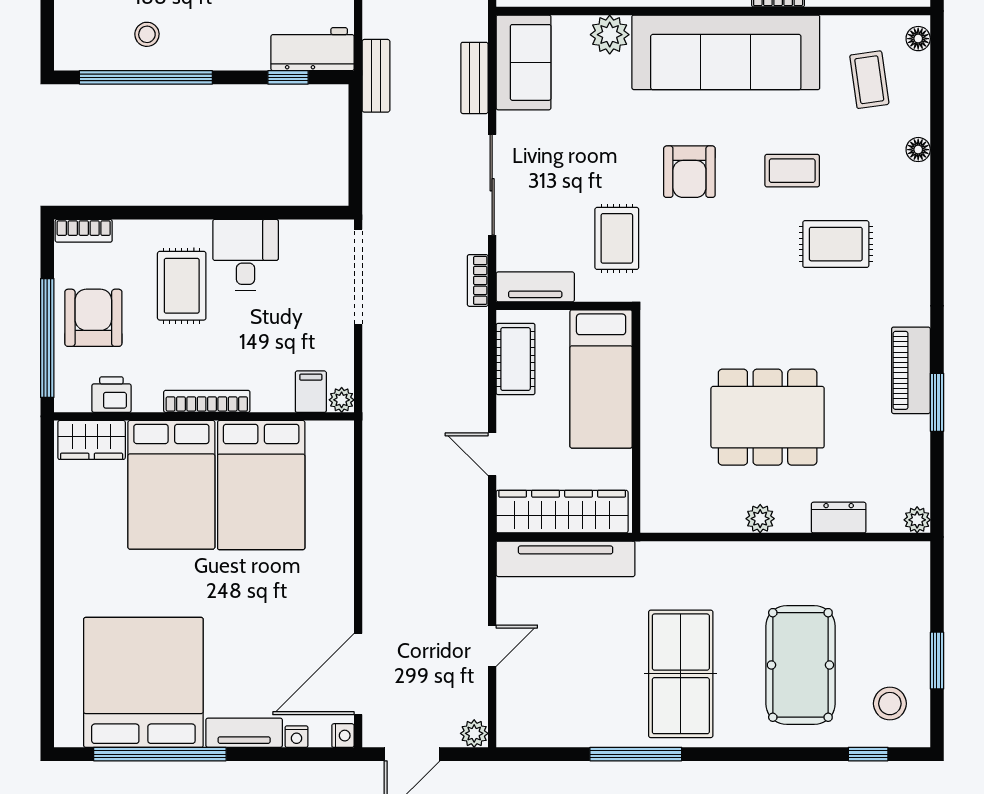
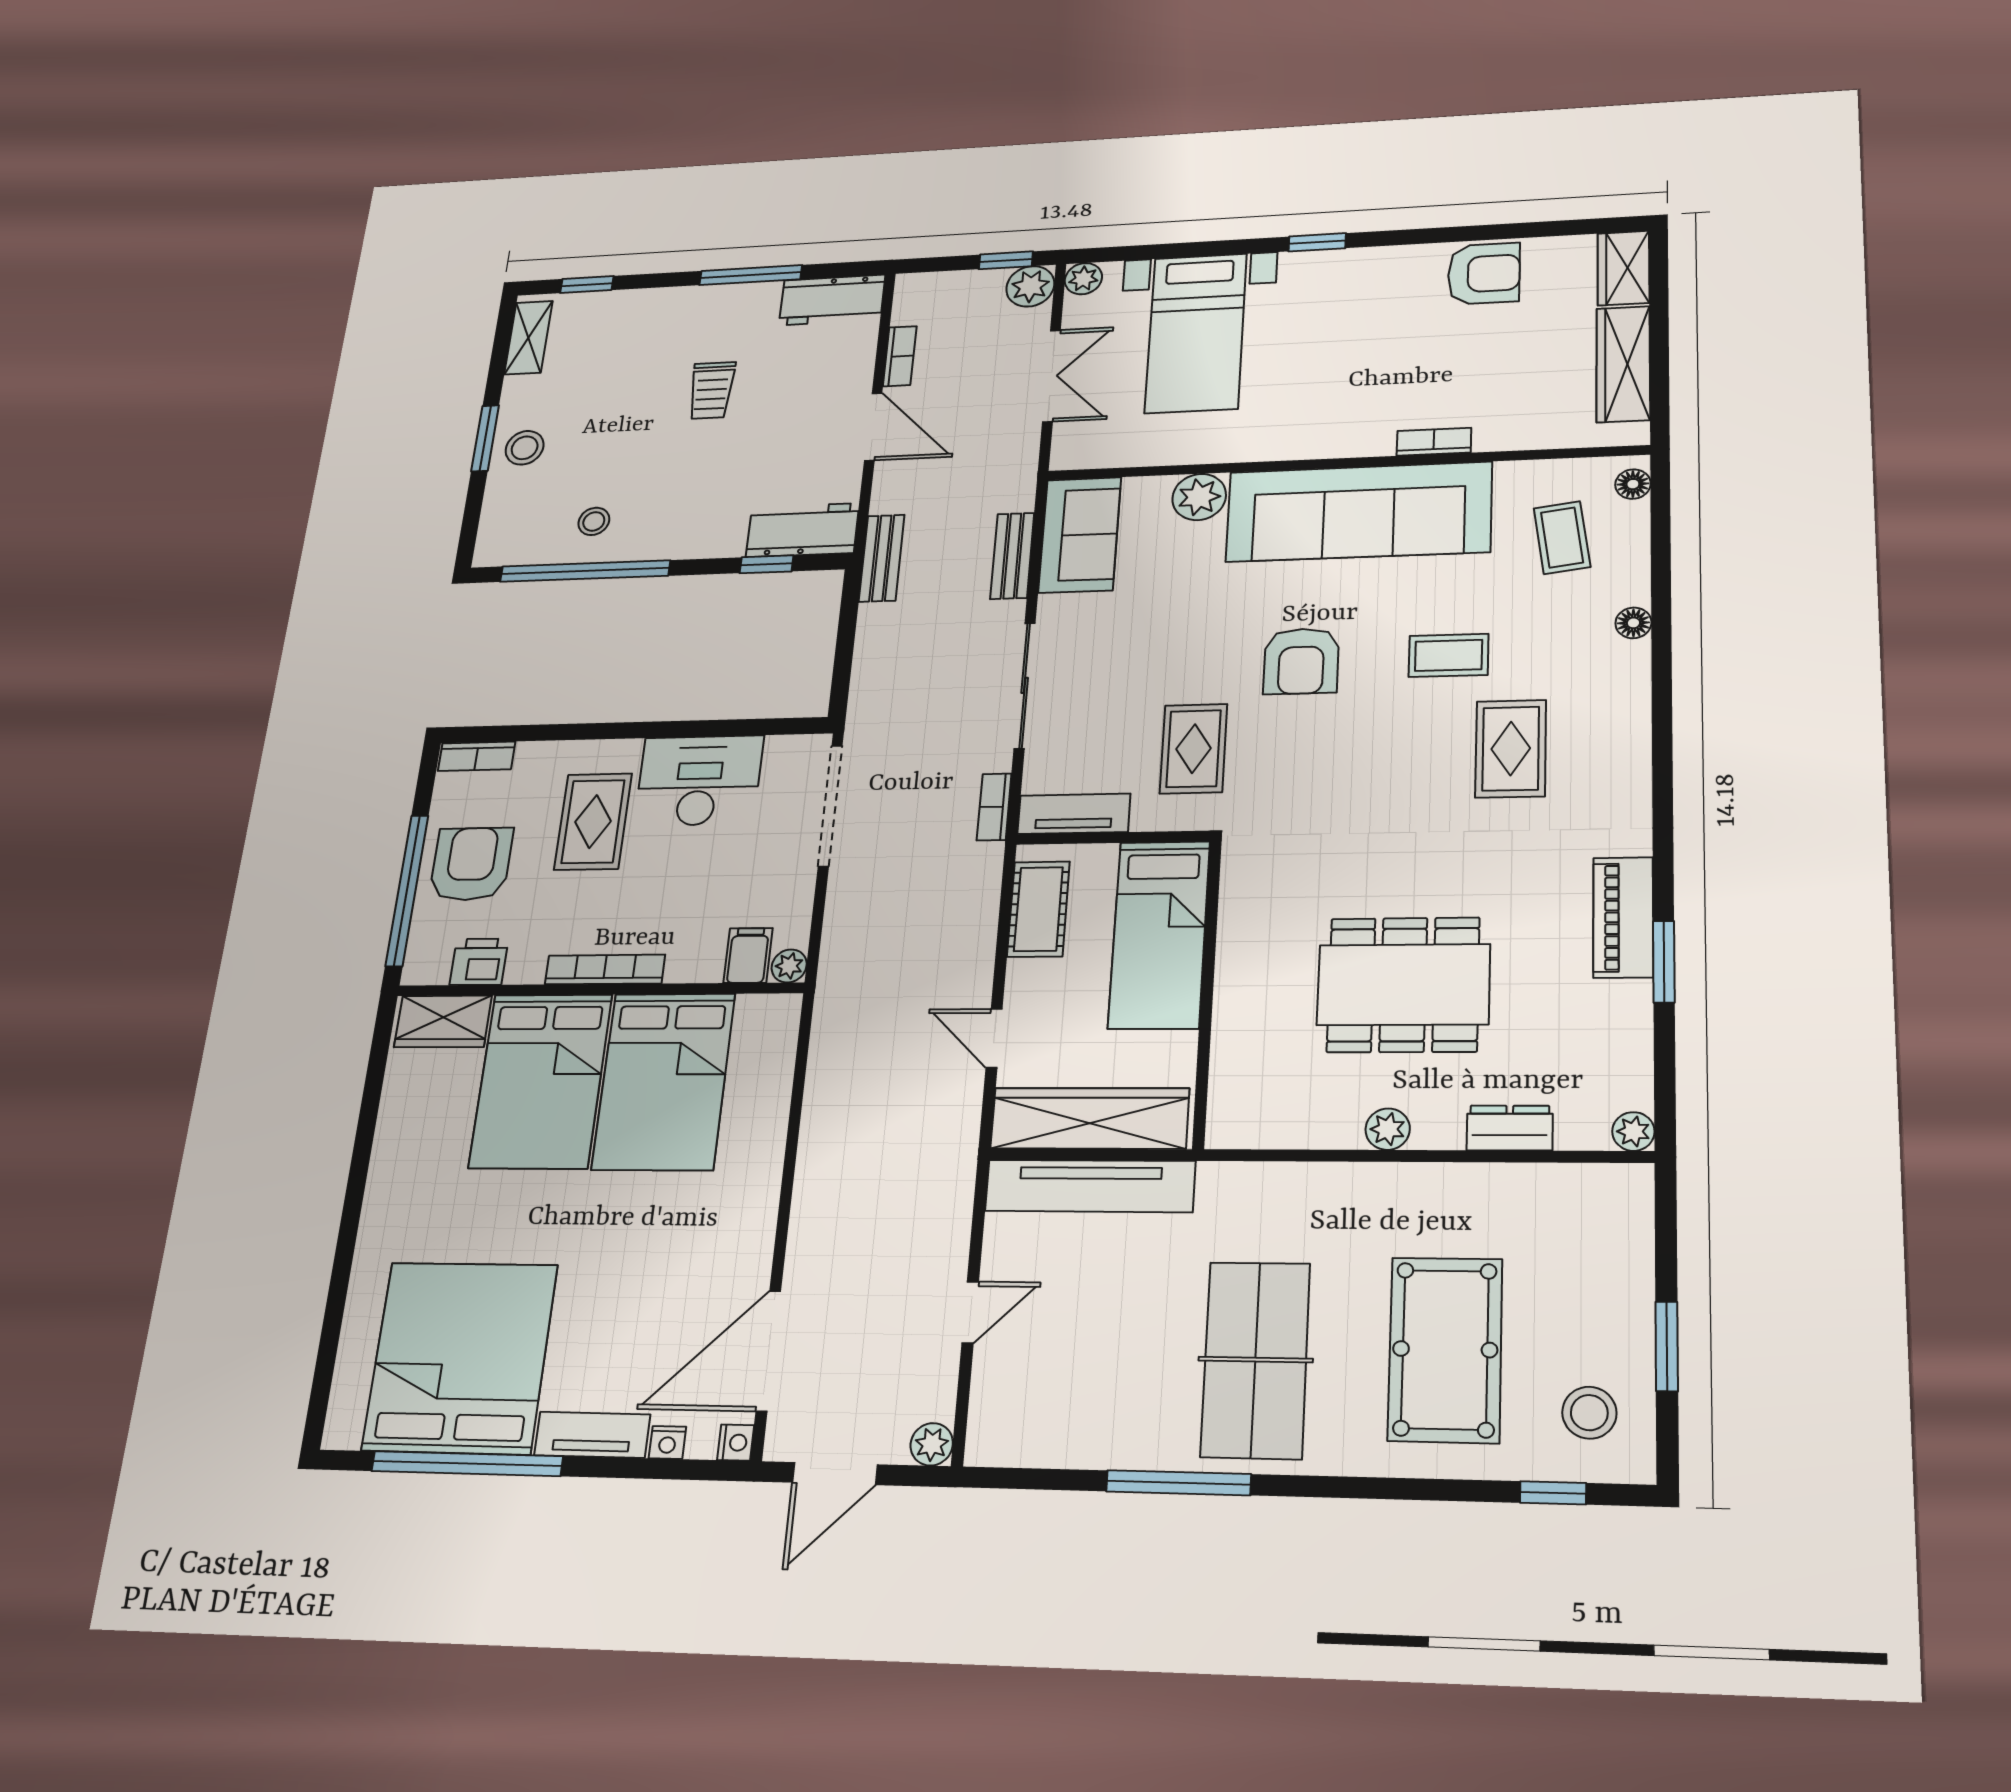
rug: (836, 244) -> (1511, 749), turned 90
desk: (246, 255) -> (699, 781), width x1.37

